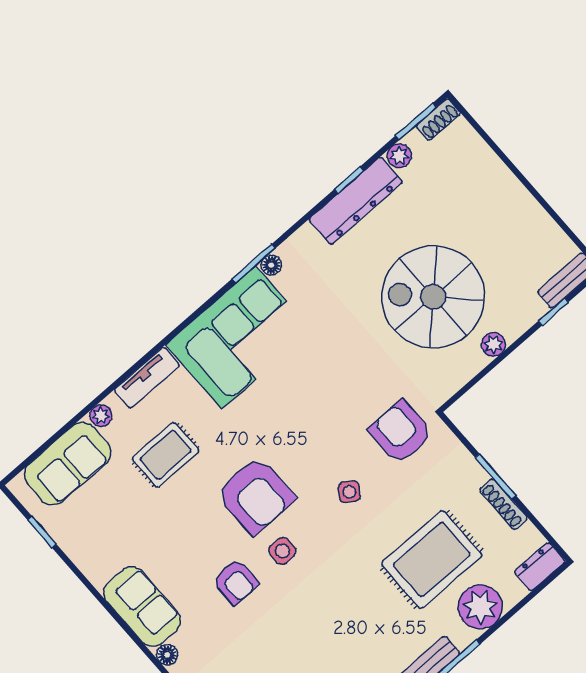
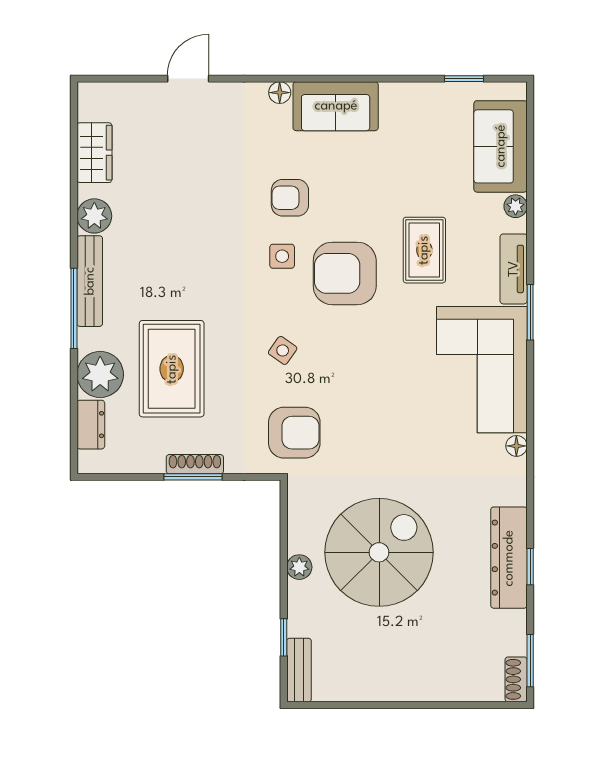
plant: (399, 156) -> (514, 623), removed
window: (254, 263) -> (530, 312), moved
rug: (166, 455) -> (424, 250), moved
shoe rack: (504, 504) -> (195, 464), moved
dresser: (540, 567) -> (91, 425), moved

